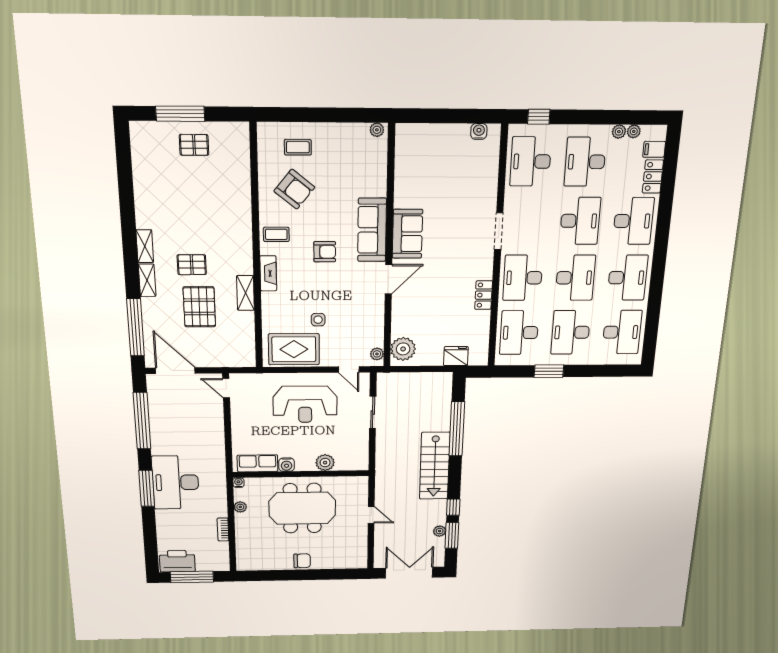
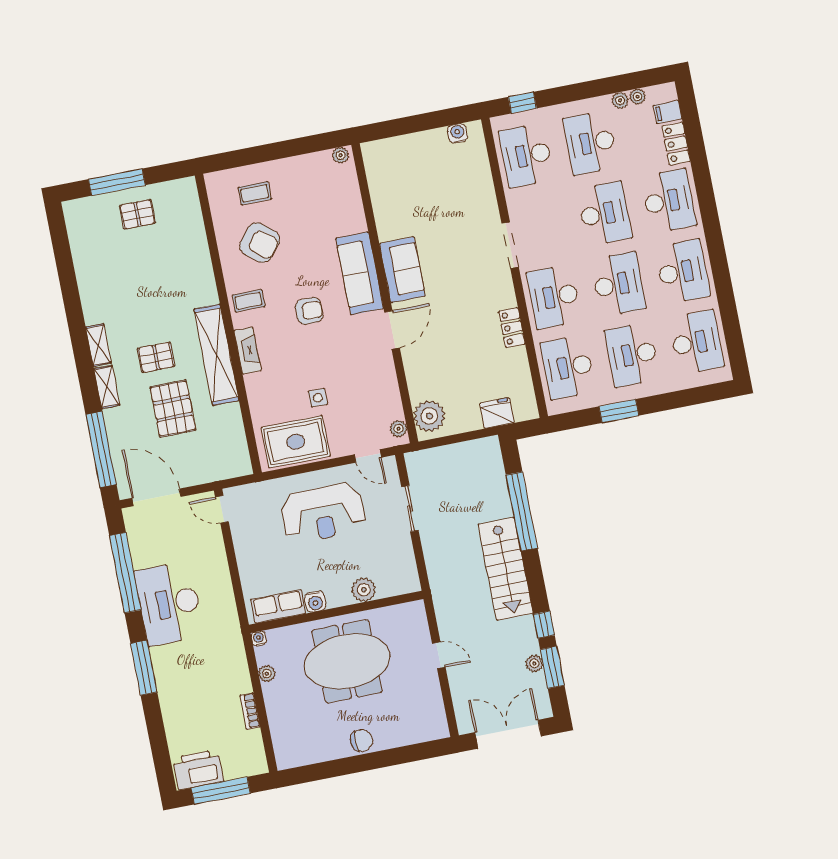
shelving: (245, 293) -> (216, 355), width x2.20, depth x1.33
desk: (176, 482) -> (169, 604), moved

